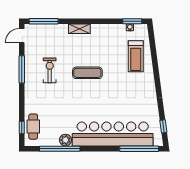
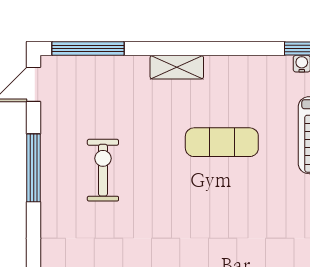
exercise mat: (87, 73) -> (222, 142), moved

